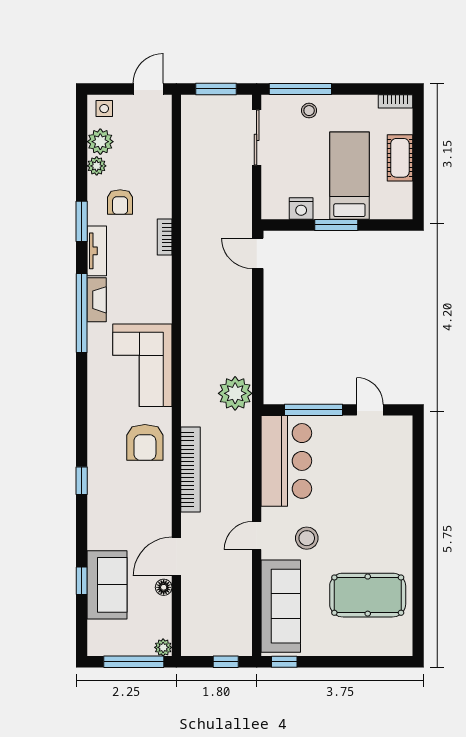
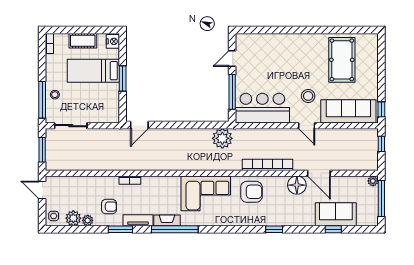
nightstand: (301, 208) -> (113, 41), moved
floor lamp: (164, 587) -> (297, 185), moved, width x1.89, depth x1.89

